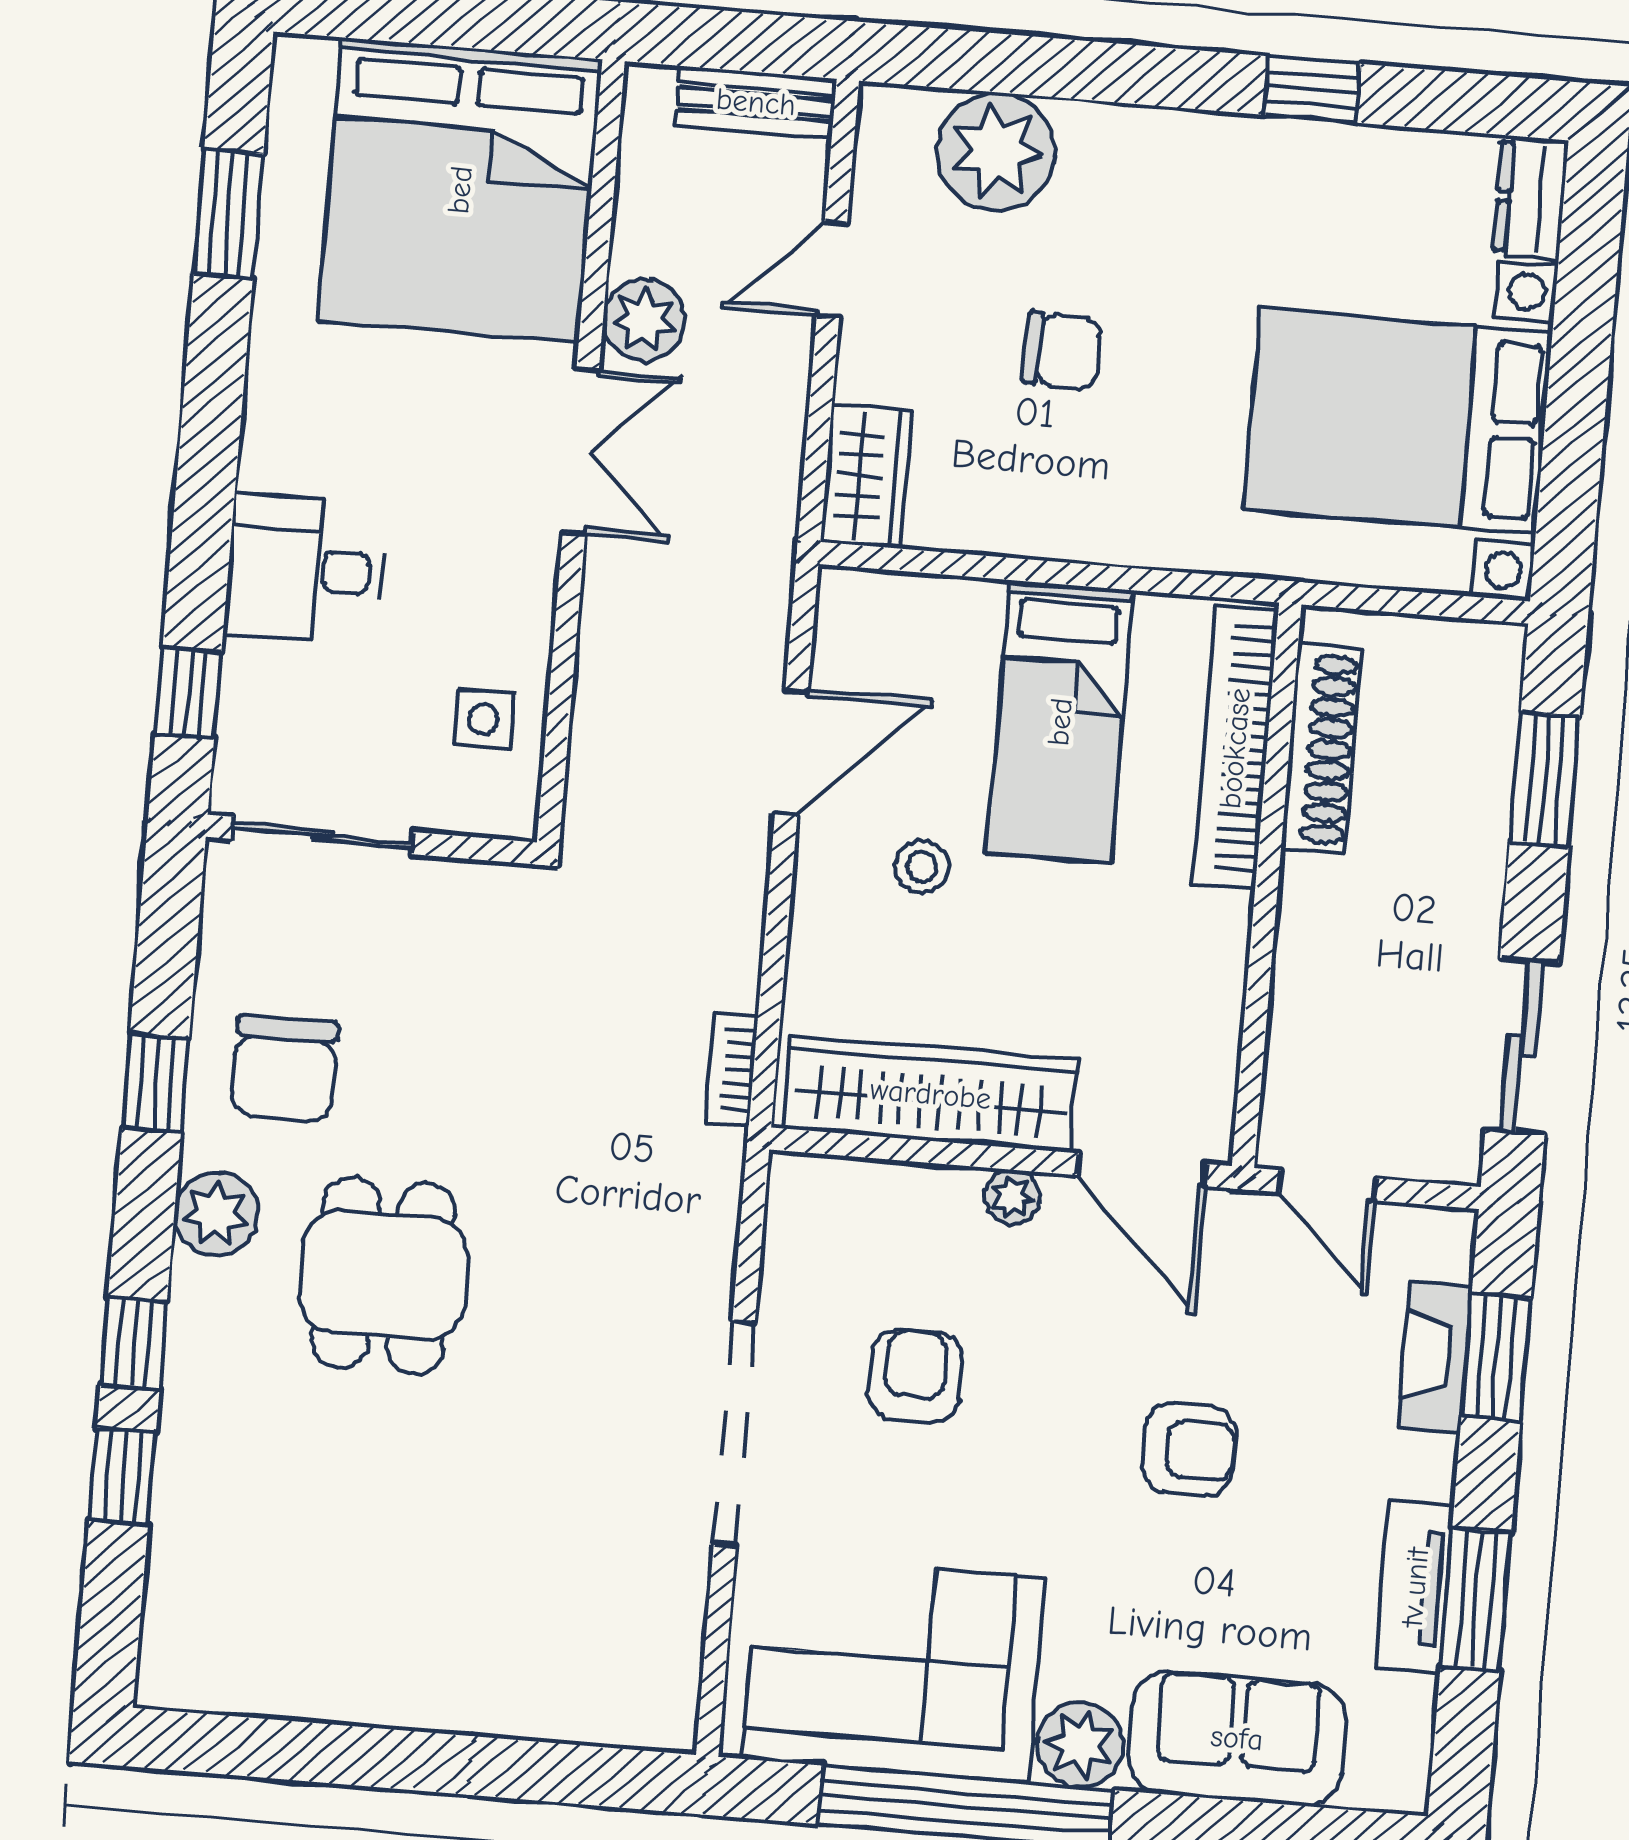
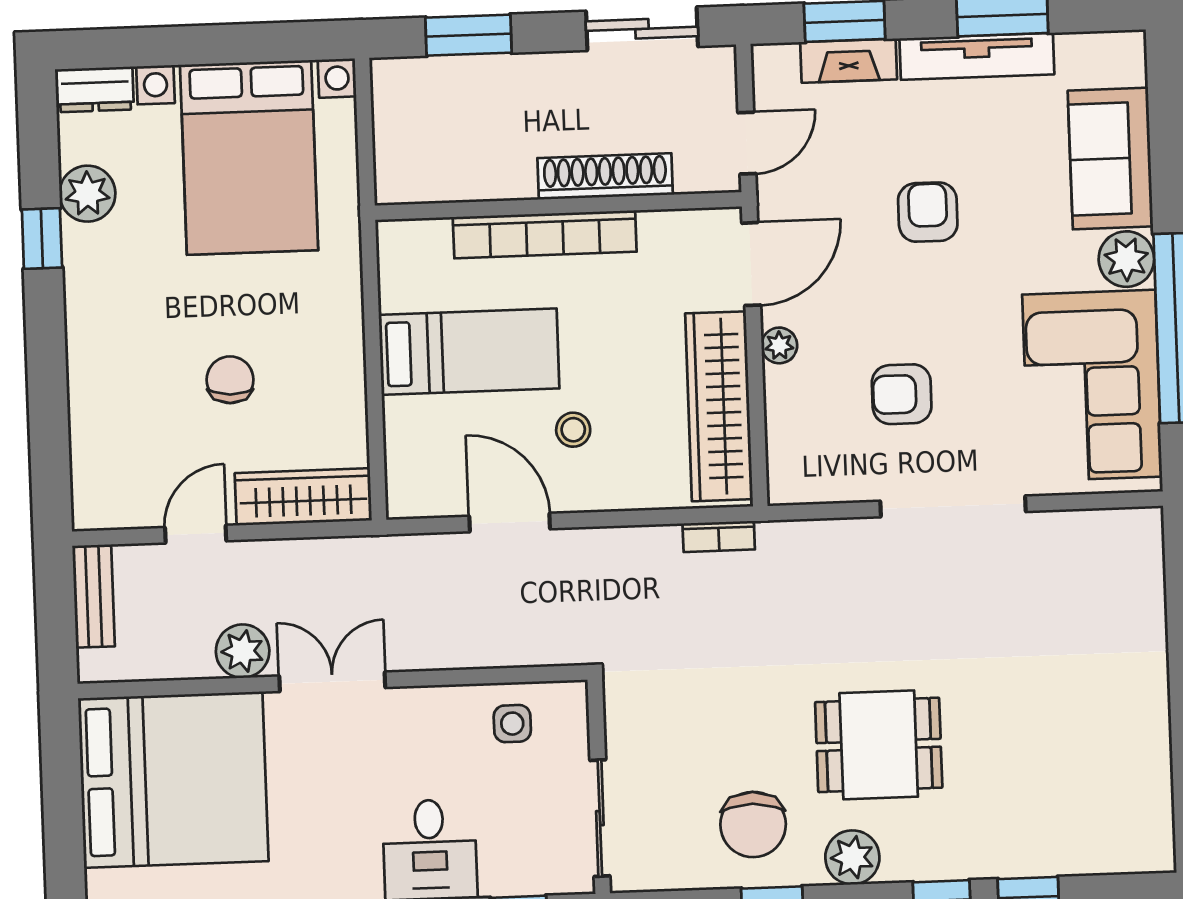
plant: (996, 151) -> (87, 194), moved, width x0.73, depth x0.73
door: (832, 270) -> (196, 534), swing flipped
wardrobe: (866, 476) -> (303, 497), width x1.50
bookcase: (1235, 748) -> (545, 234), moved
shoe rack: (1321, 749) -> (605, 176), moved
chair: (285, 1069) -> (753, 825), turned 91
tv unit: (1415, 1587) -> (977, 56), width x1.41

